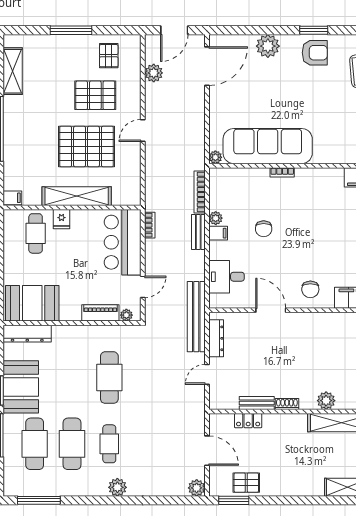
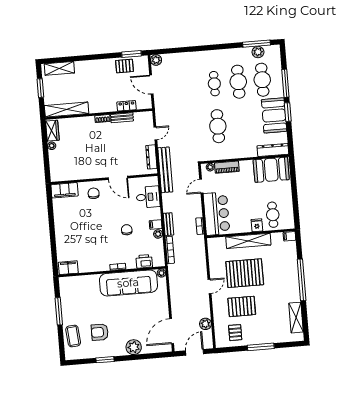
armchair: (315, 53) -> (100, 332), moved
printer: (241, 178) -> (144, 261), added
plant: (326, 401) -> (78, 123), removed
plant: (117, 487) -> (258, 52), moved

